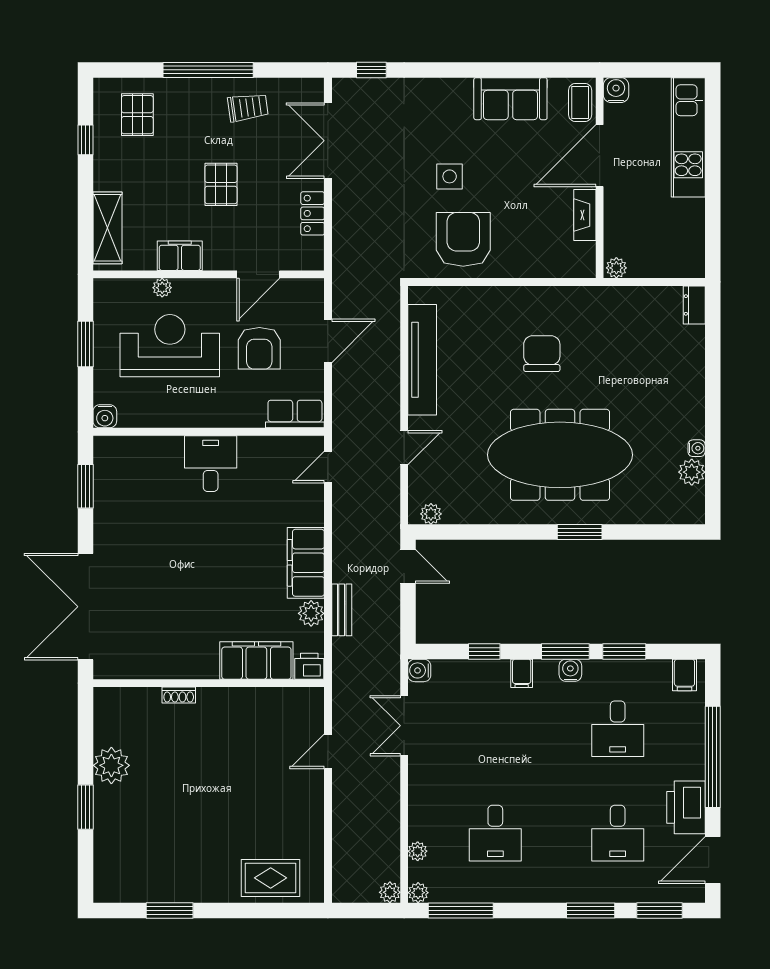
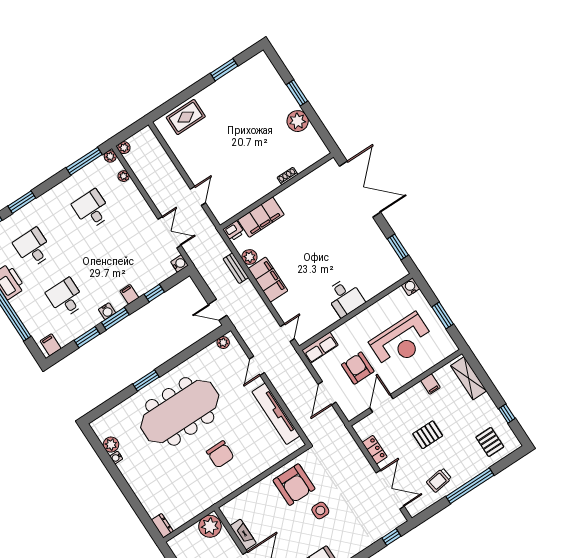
pallet: (221, 184) -> (428, 435), turned 90
filing cabinet: (180, 256) -> (430, 384), width x0.50
plant: (616, 268) -> (210, 526), width x1.88, depth x1.88
plant: (162, 288) -> (423, 367), removed

